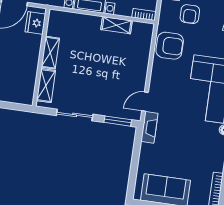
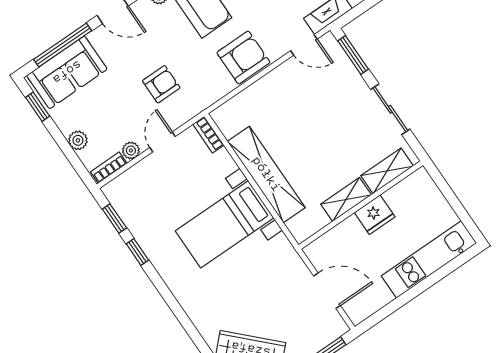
fridge: (35, 23) -> (375, 215), moved
shelving: (117, 25) -> (266, 174), width x2.20, depth x1.33
armchair: (170, 46) -> (243, 58), moved, turned 90

